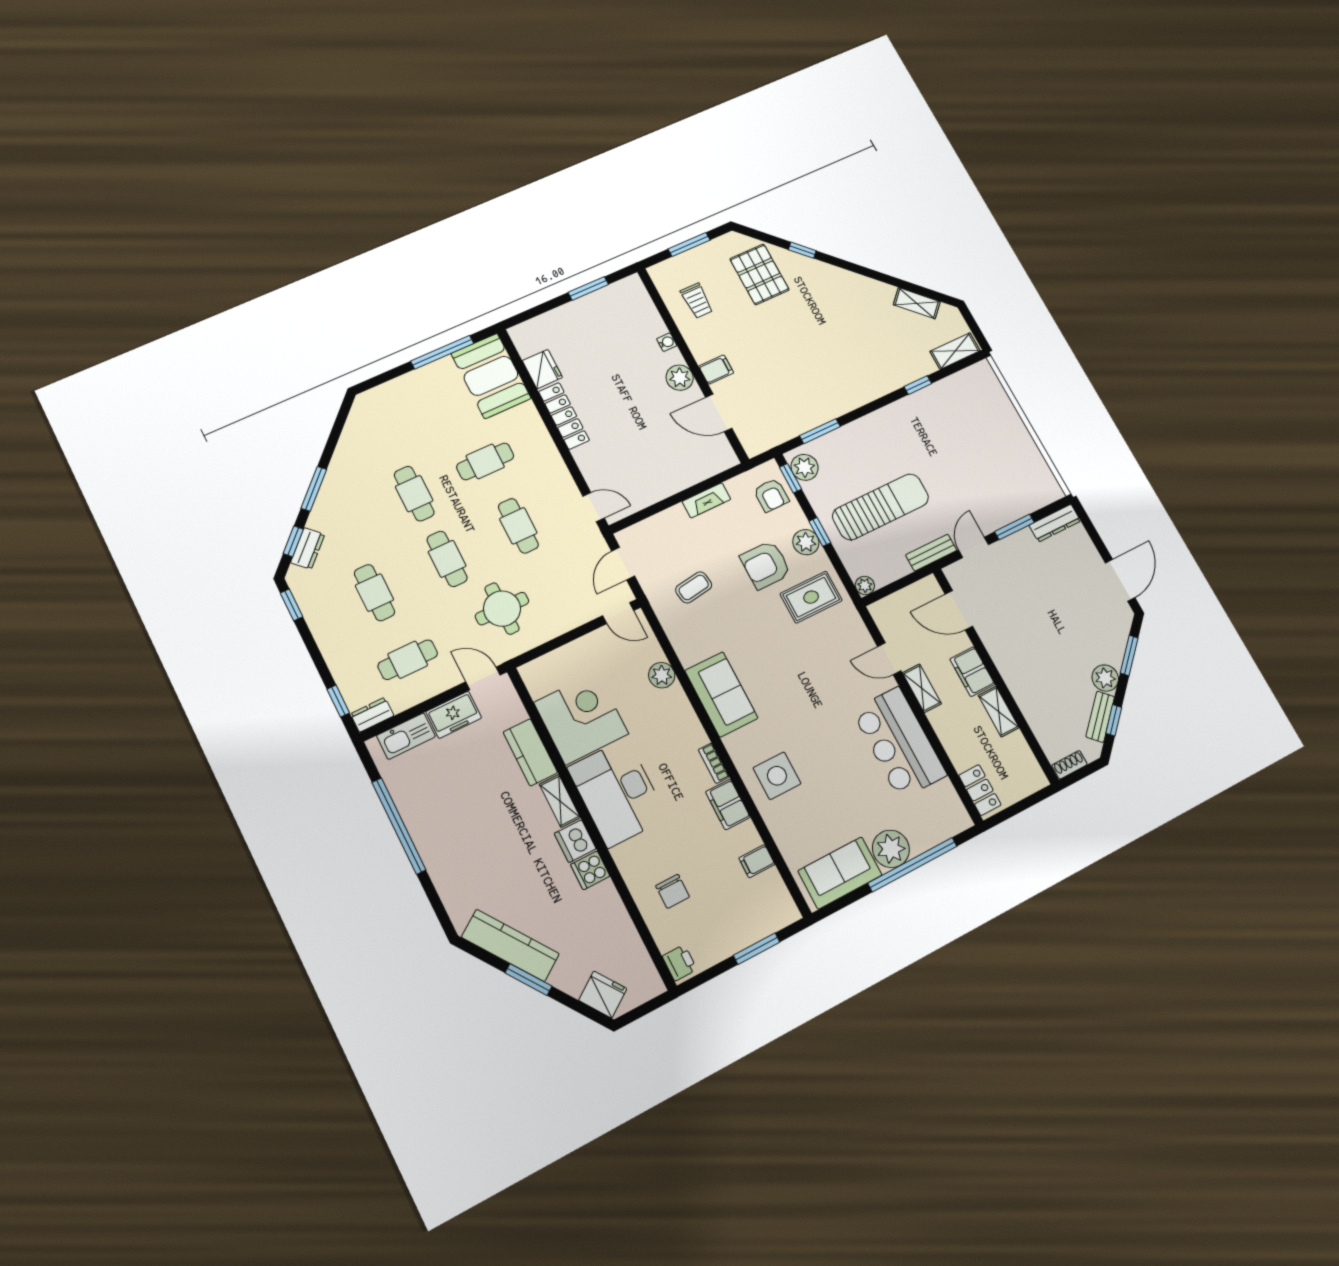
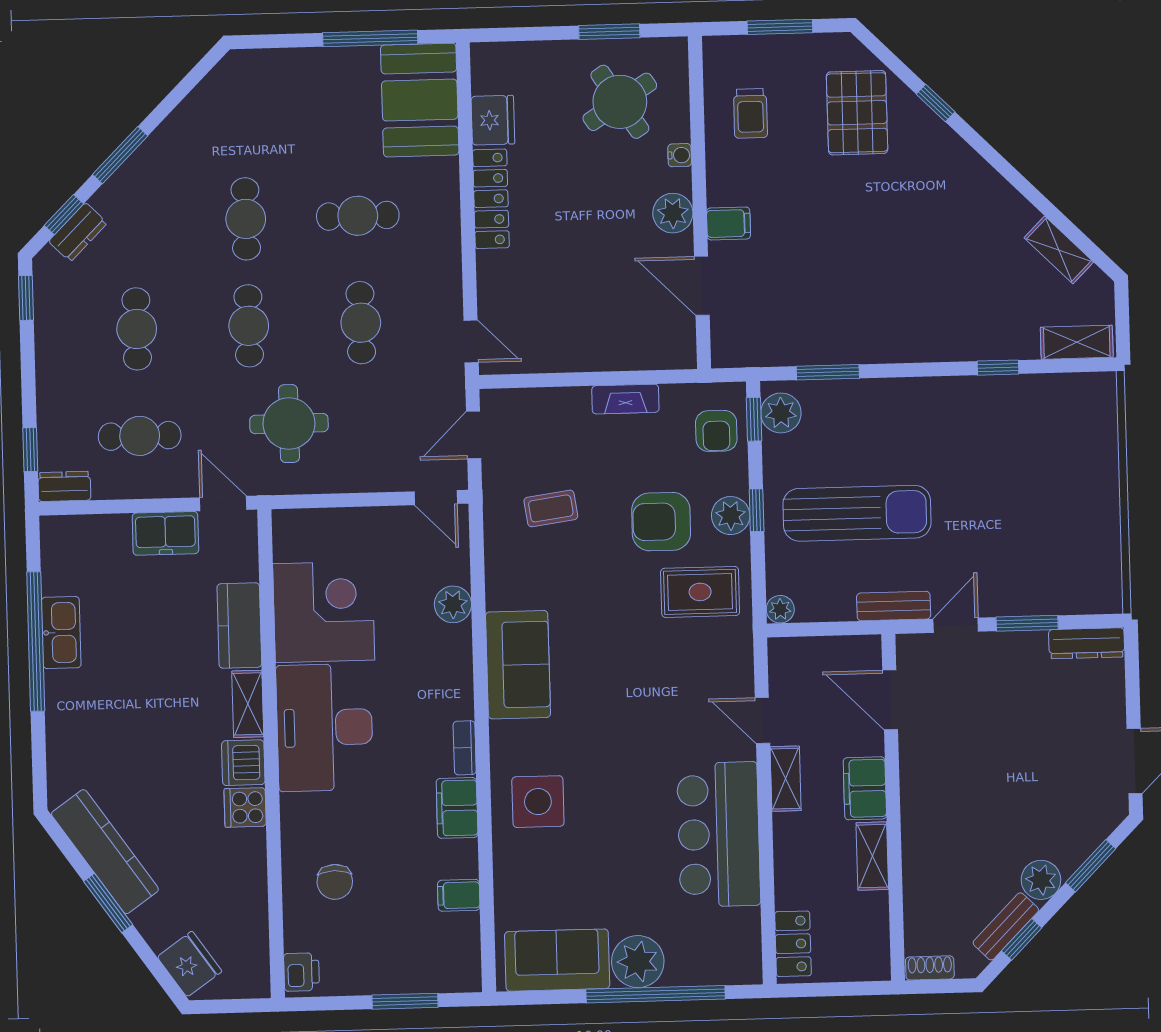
round table: (615, 326) -> (620, 102), added
kitchen sink: (406, 736) -> (61, 633), moved, turned -90

